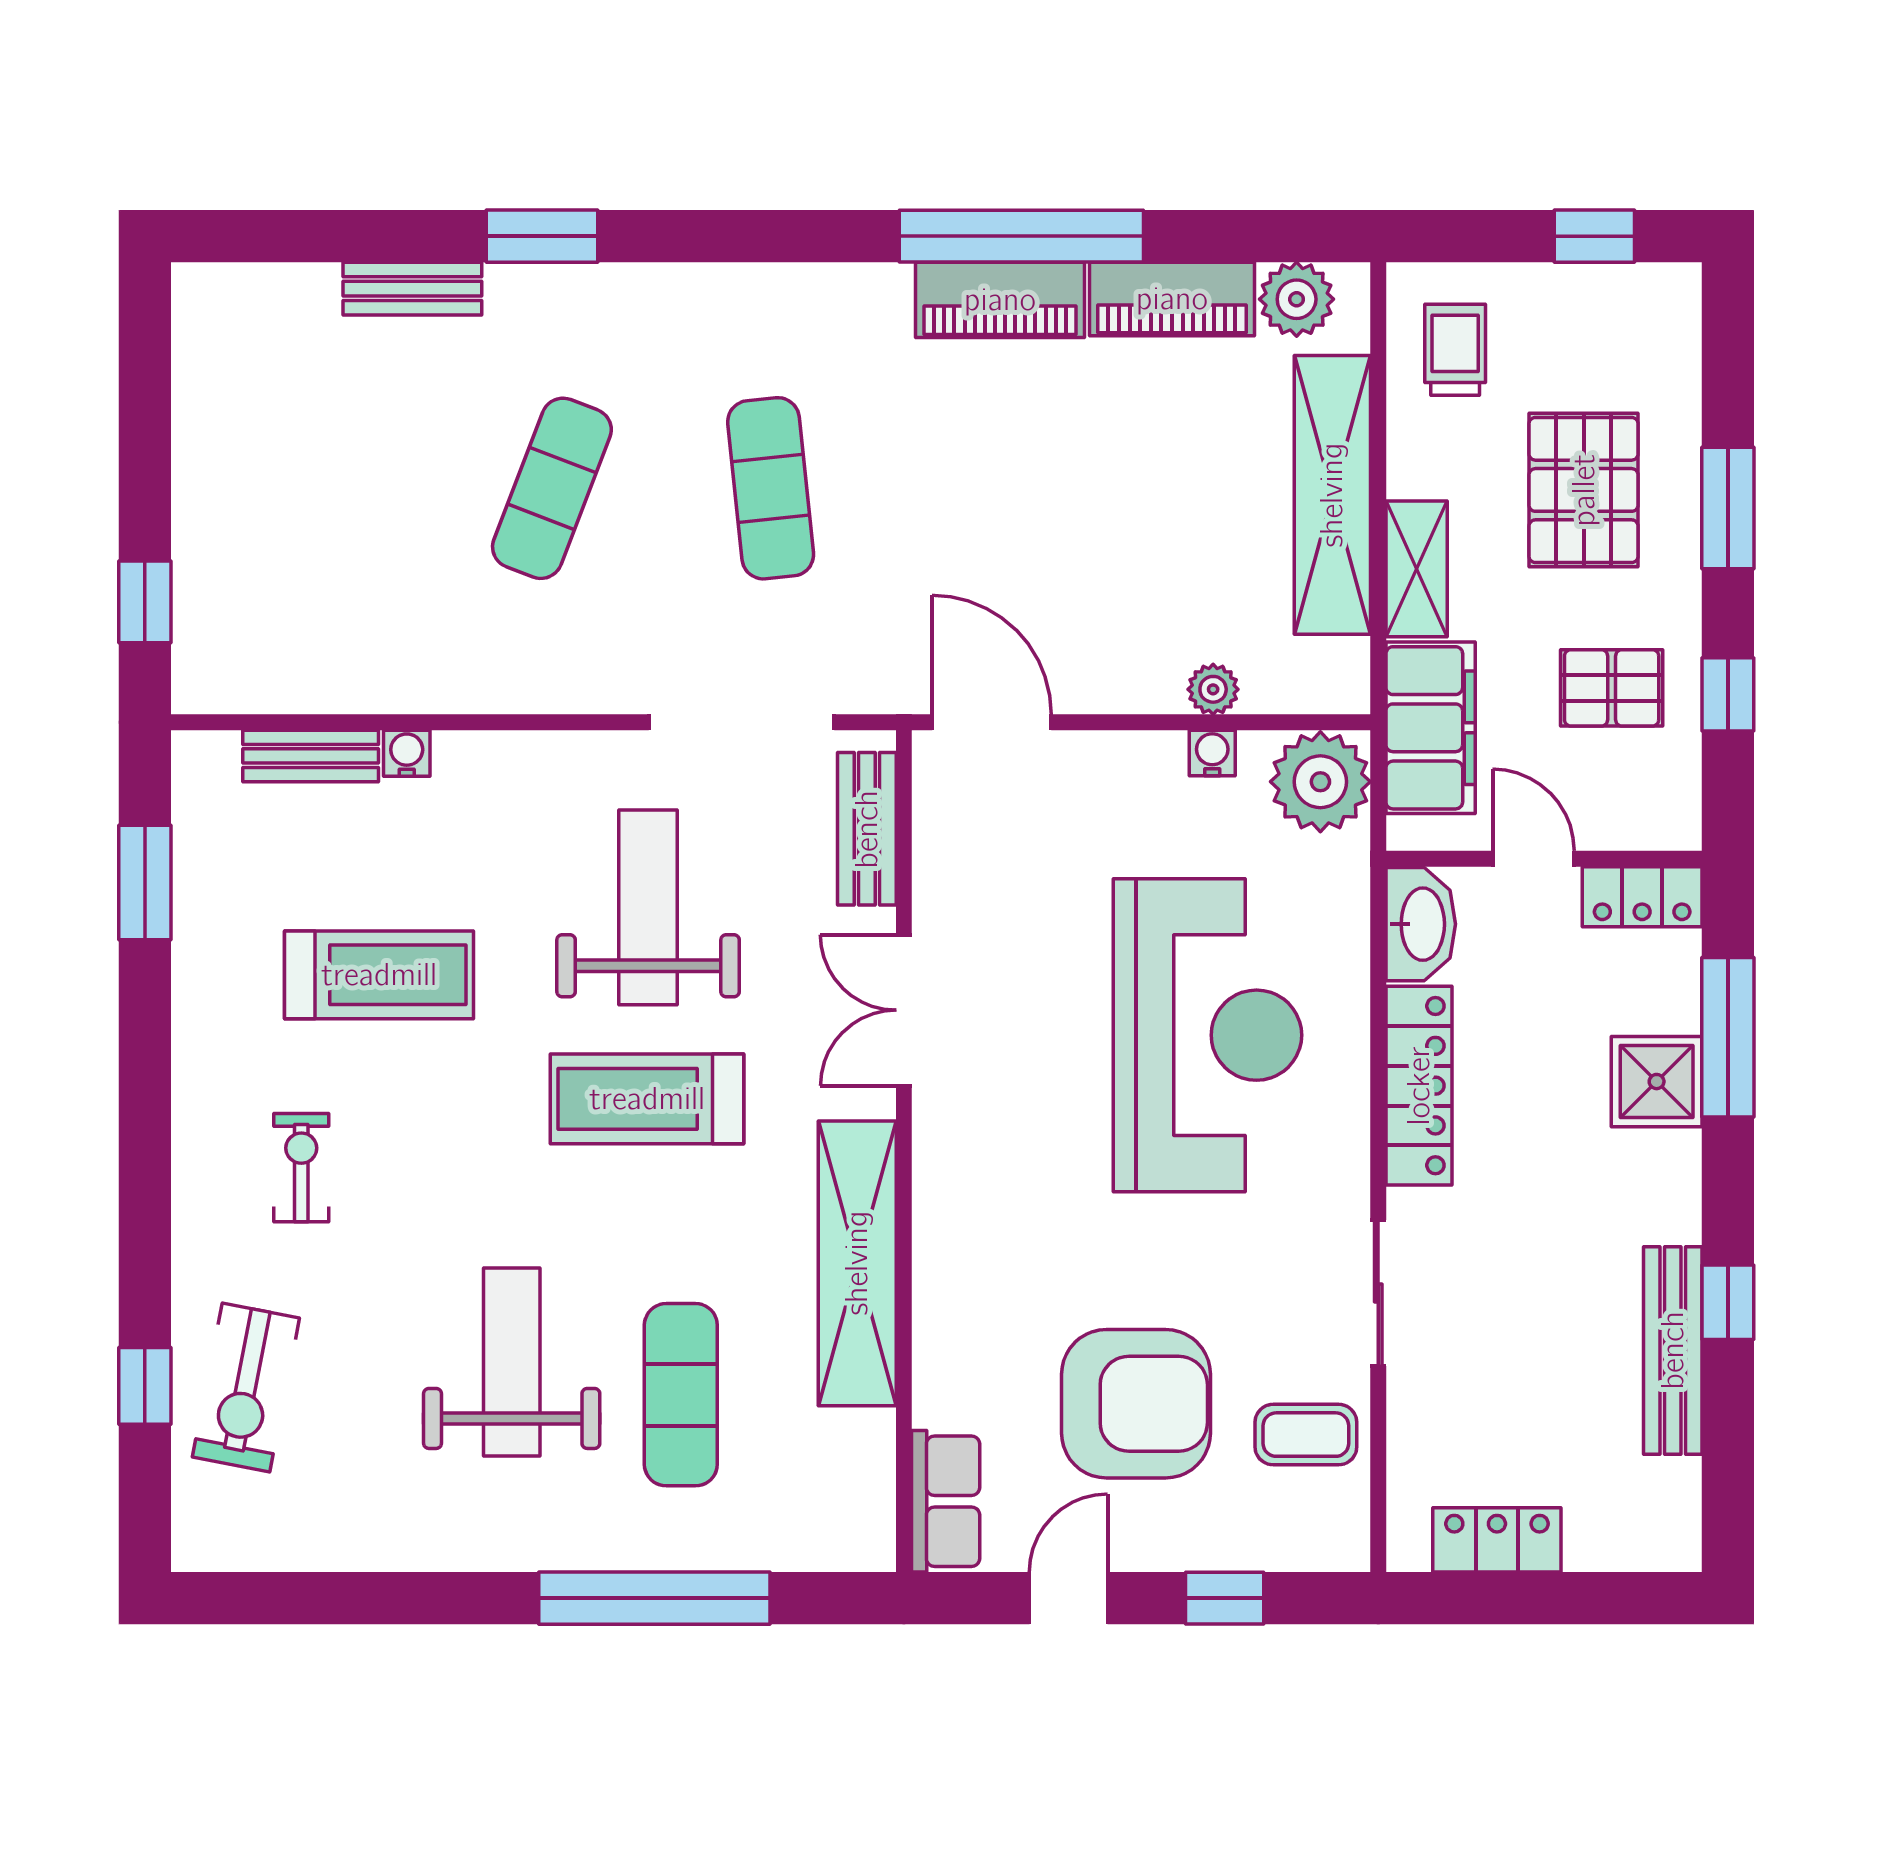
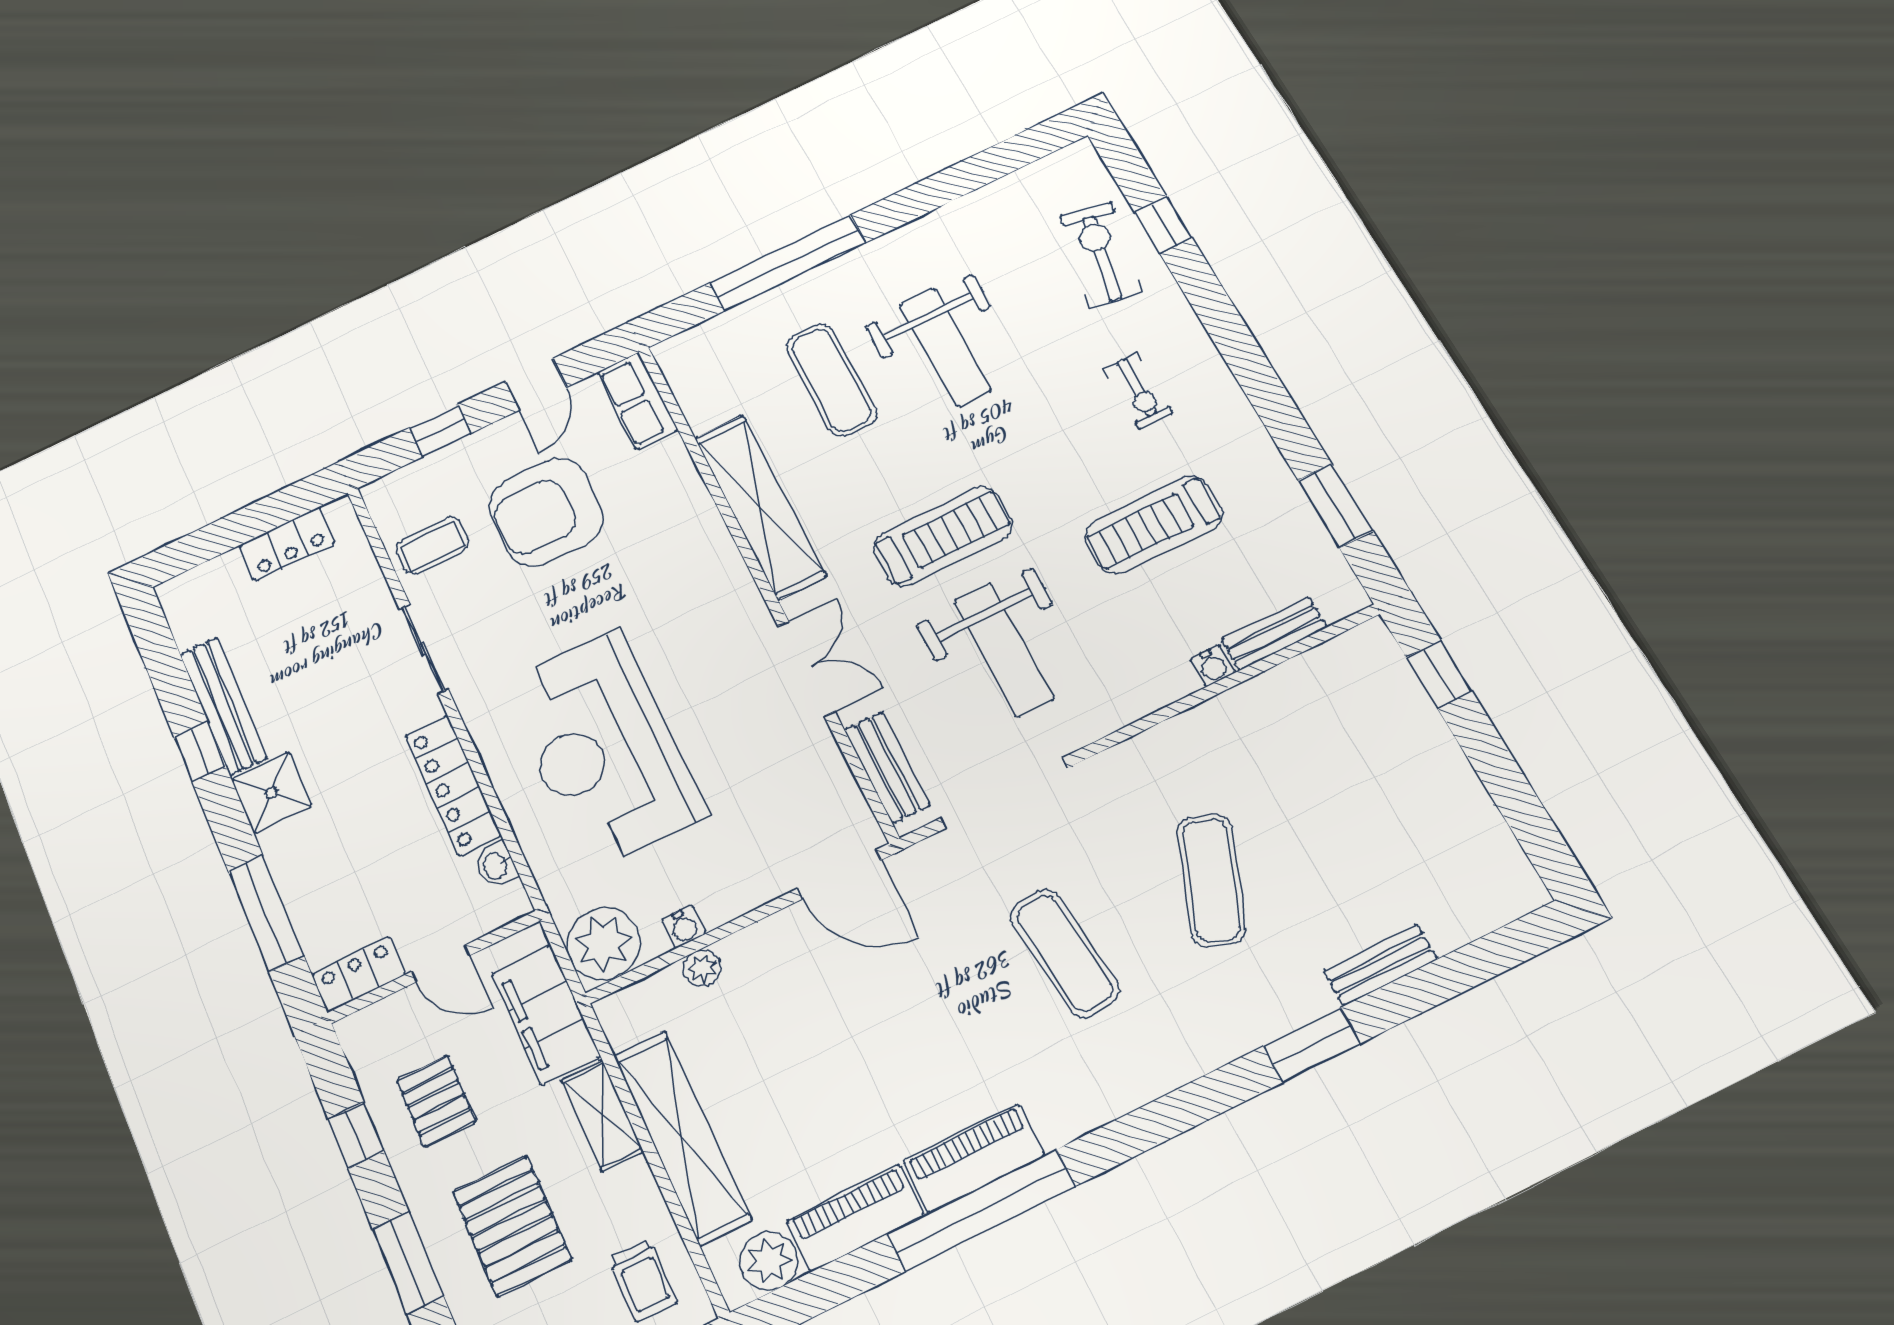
pallet: (1612, 688) -> (436, 1101), turned 90
washbasin: (1421, 924) -> (496, 865), width x0.52, depth x0.69
shower: (1657, 1082) -> (271, 793), moved

